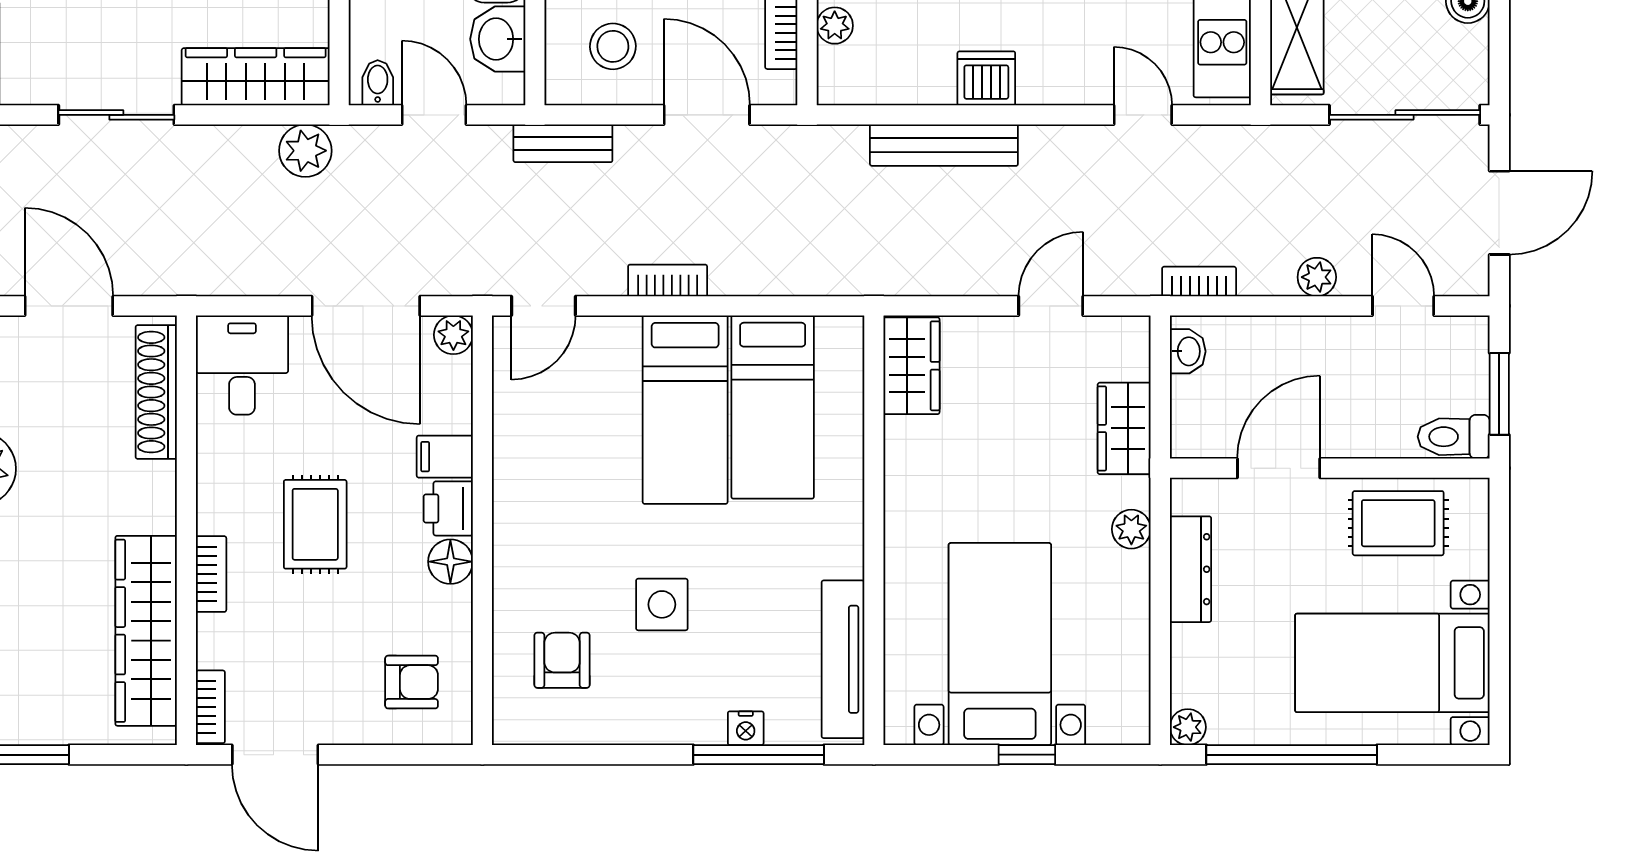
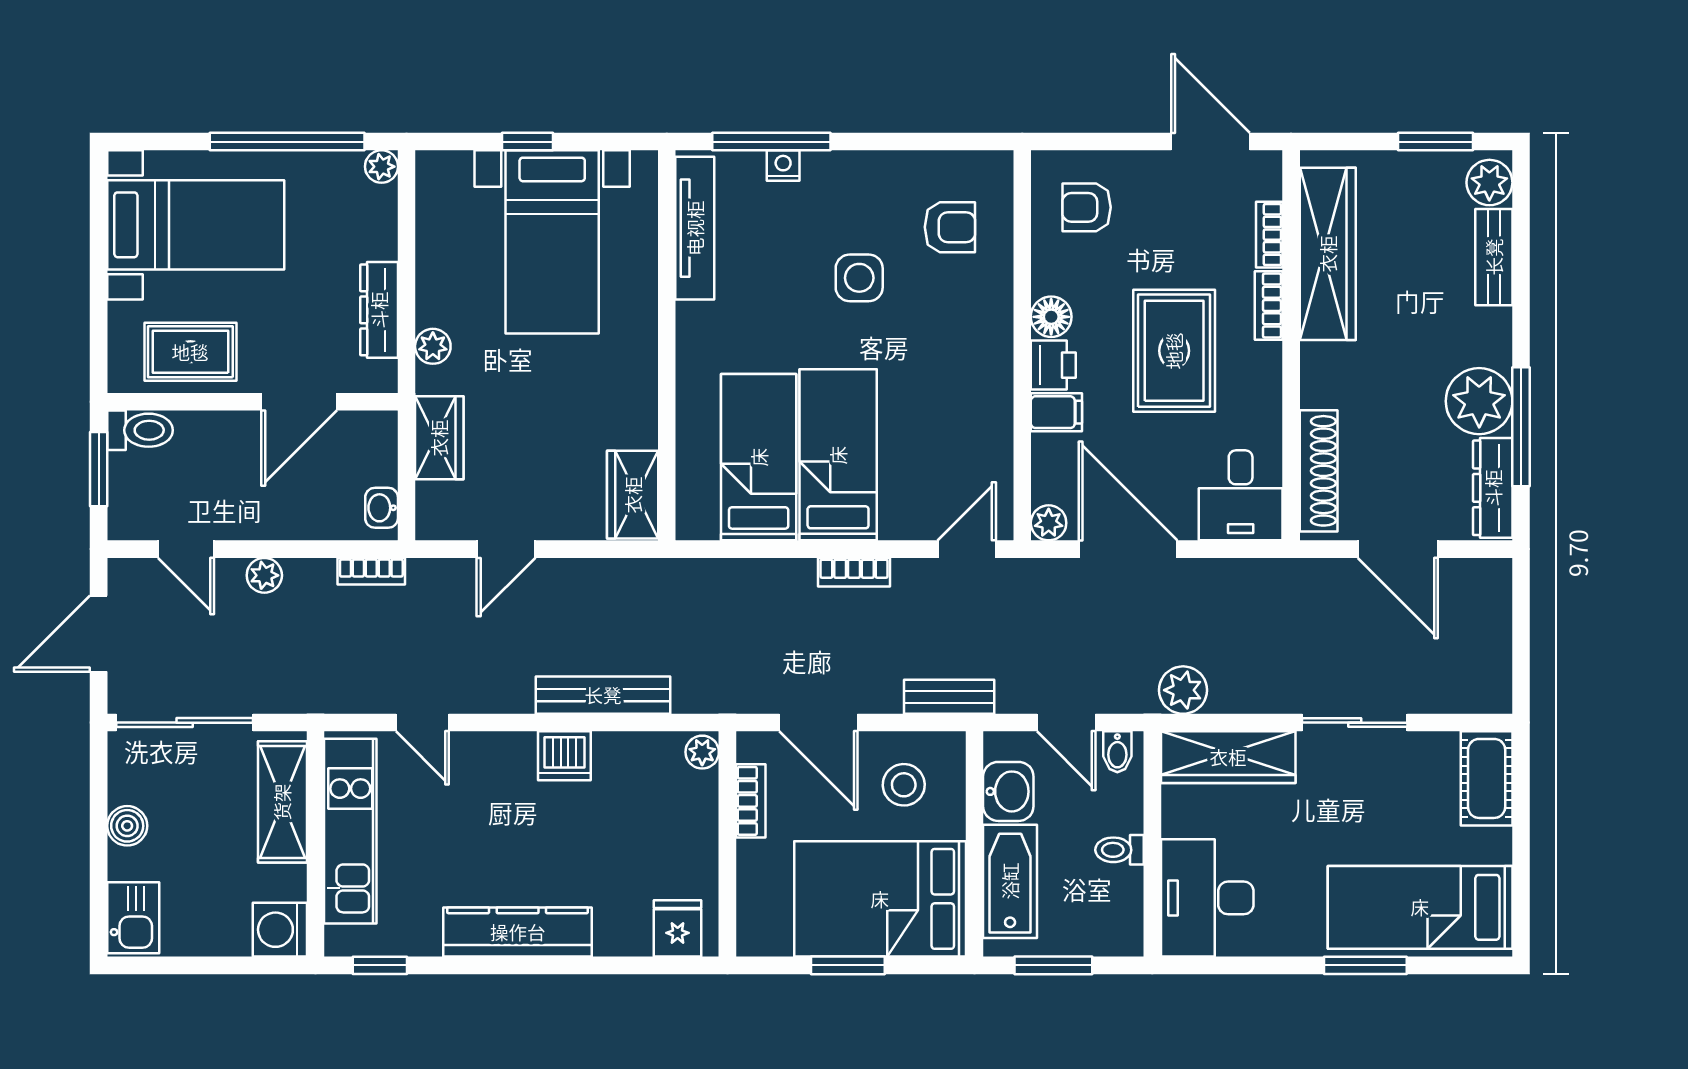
plant: (835, 26) -> (702, 752), moved
rug: (315, 524) -> (1174, 351), width x1.36, depth x1.43
armchair: (562, 660) -> (950, 227), turned -90
bookcase: (210, 707) -> (1269, 235), moved

